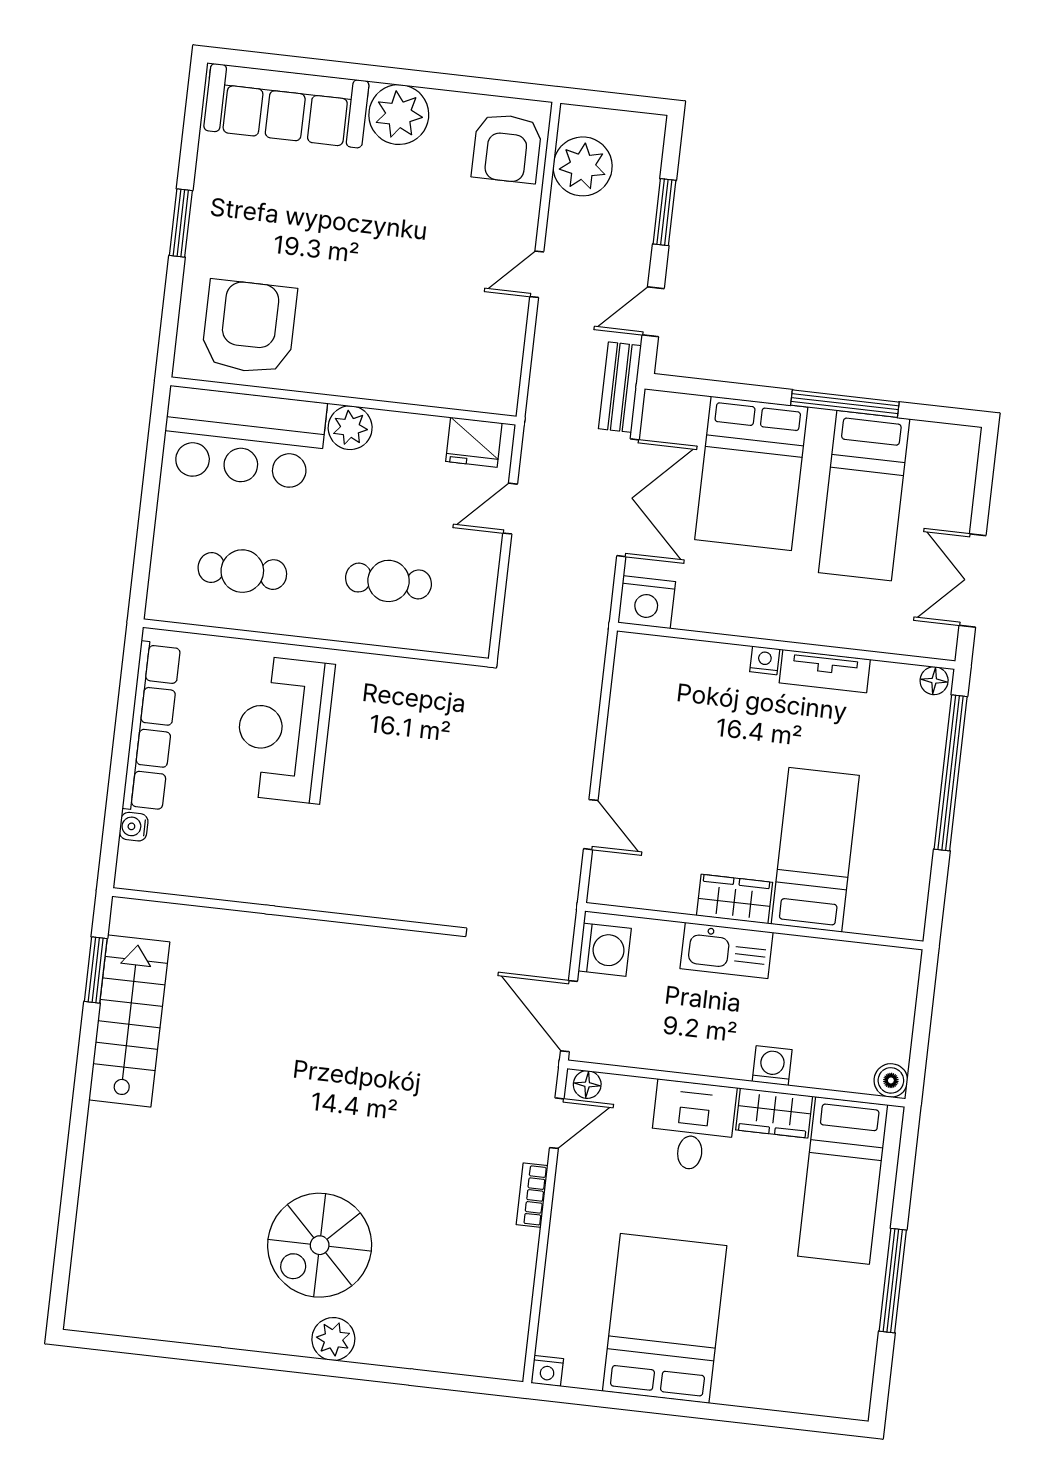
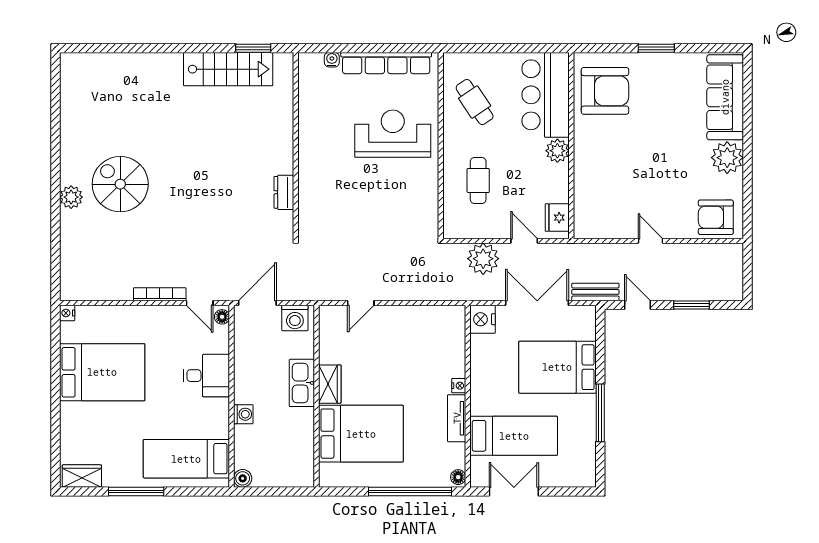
plant: (583, 166) -> (483, 259), moved
bed: (864, 496) -> (514, 436), moved, turned 180
double door: (628, 498) -> (537, 303), swing flipped
cafe table: (242, 571) -> (475, 102), turned -34
bed: (815, 850) -> (361, 434), width x1.50
dresser: (370, 943) -> (284, 192), added
wardrobe: (774, 1113) -> (82, 476), moved, turned 90
bookcase: (532, 1195) -> (160, 294), width x1.56

